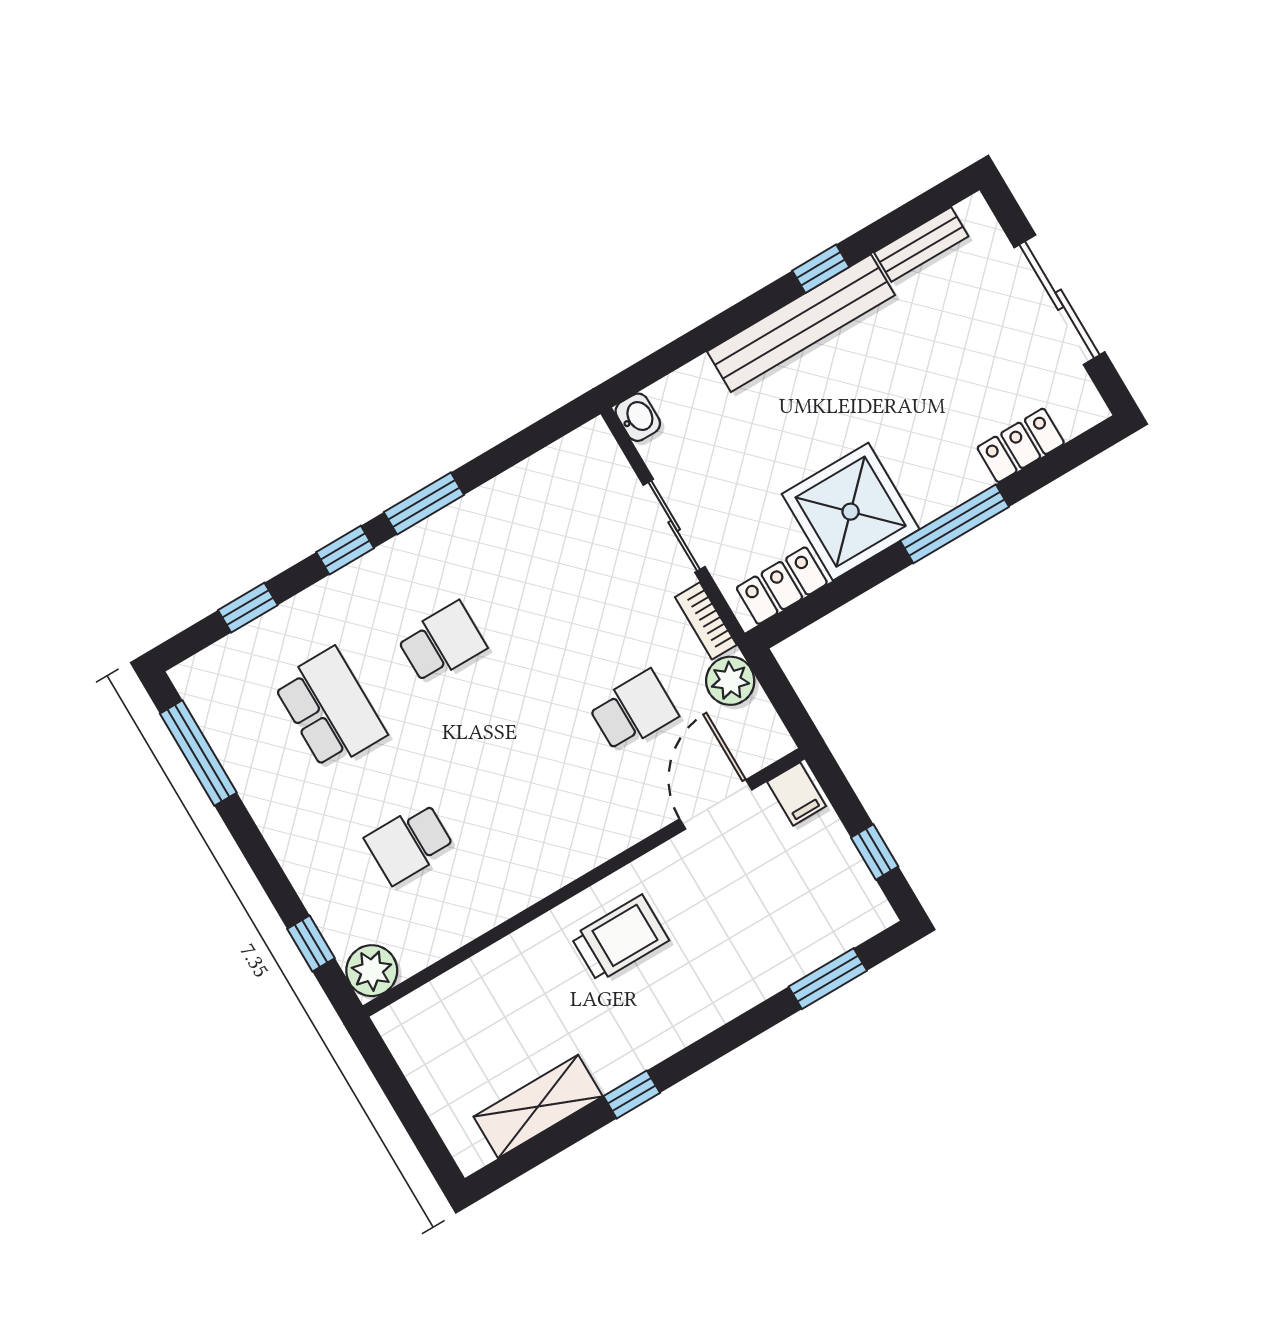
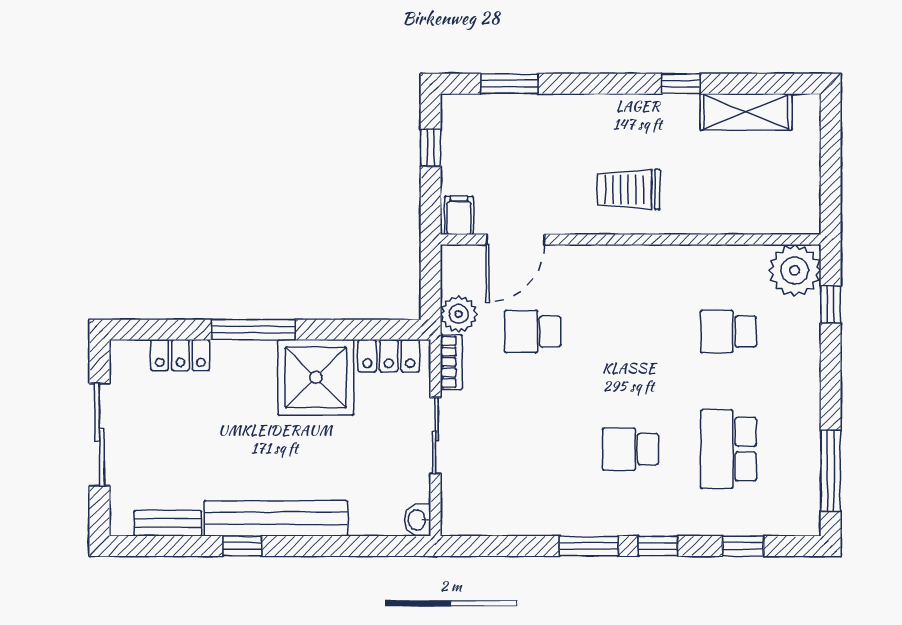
school desk: (410, 843) -> (728, 332), turned 180
plant: (372, 971) -> (795, 270), width x1.36, depth x1.36

